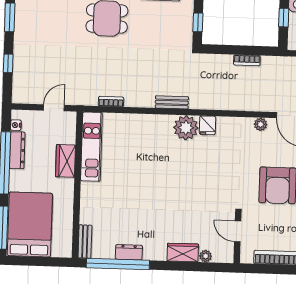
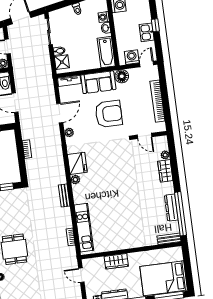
fridge: (208, 125) -> (77, 163), width x1.88, depth x1.34
plant: (186, 128) -> (75, 180), width x0.53, depth x0.53
kitchen unit: (91, 147) -> (84, 228), moved, turned 90
door: (238, 231) -> (145, 136), hinge flipped
dresser: (129, 252) -> (171, 208), width x1.44

